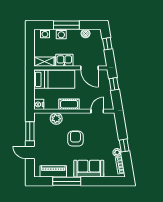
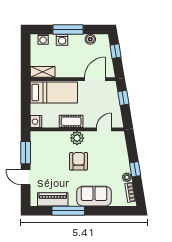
kitchen sink: (64, 60) -> (66, 70), removed
door: (89, 68) -> (95, 79), swing flipped
plant: (56, 119) -> (77, 138), moved

